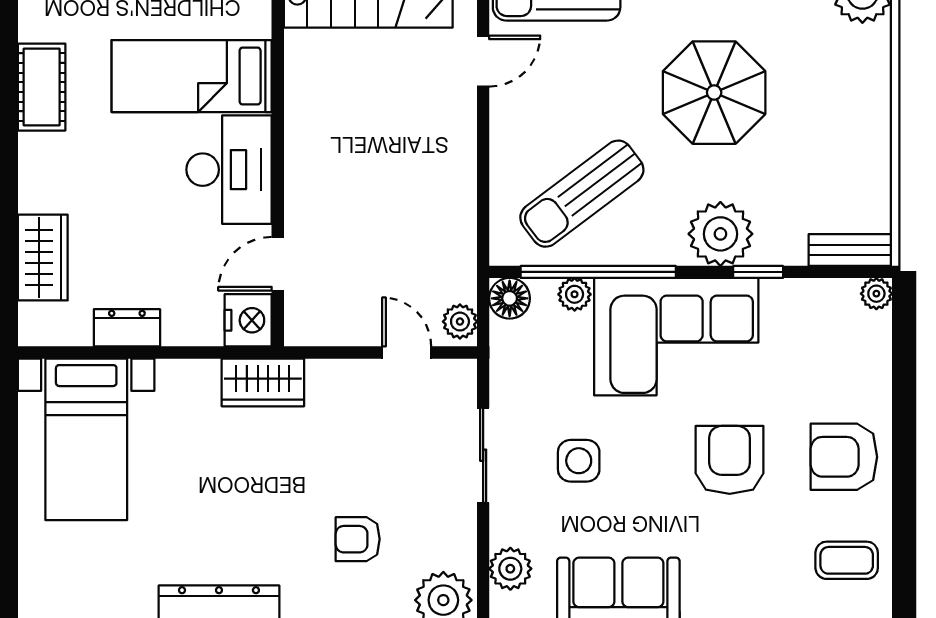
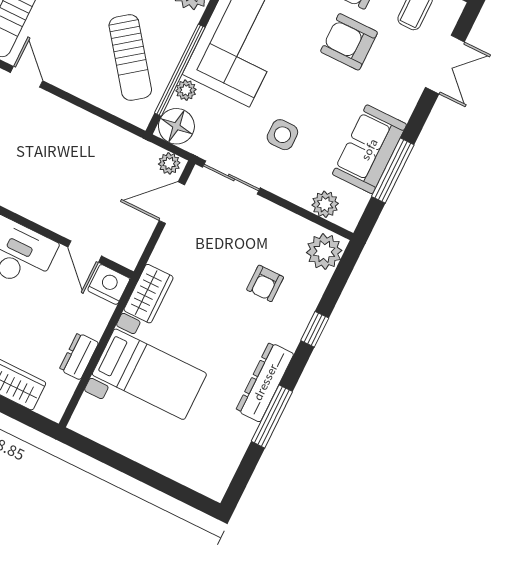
floor lamp: (510, 298) -> (176, 126), width x1.38, depth x1.38
door: (407, 353) -> (172, 203), width x1.38
bed with nightstands: (86, 439) -> (149, 374), moved
sliding door: (483, 455) -> (231, 178), moved
armchair: (730, 460) -> (349, 42), moved

